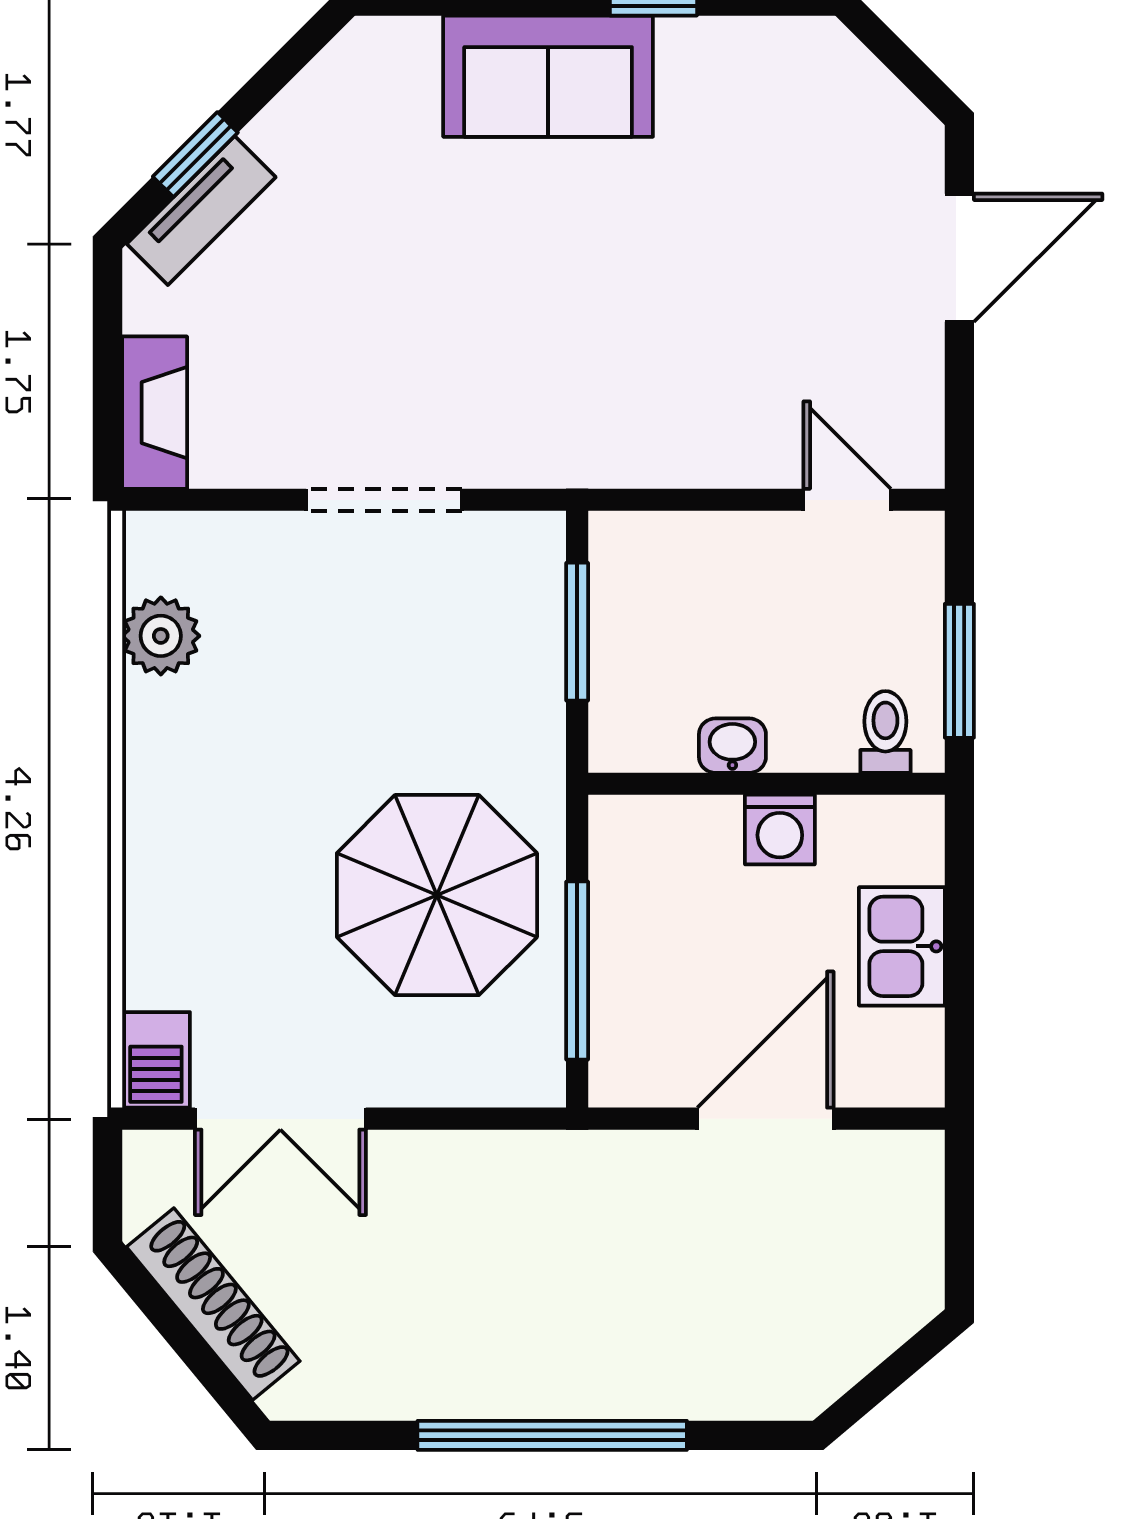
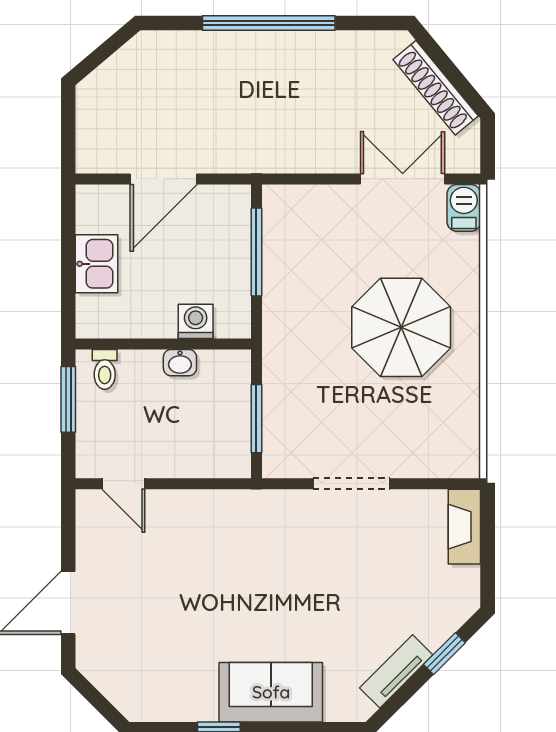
tv unit: (201, 211) -> (396, 671), moved
plant: (161, 636) -> (461, 417), removed
washing machine: (780, 830) -> (196, 321), moved
parasol: (437, 895) -> (401, 327), moved

